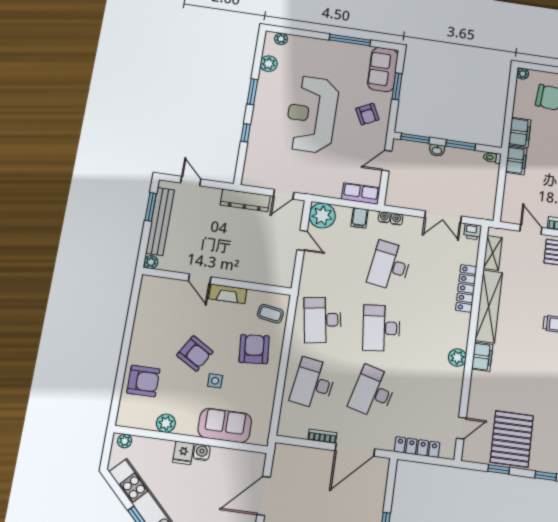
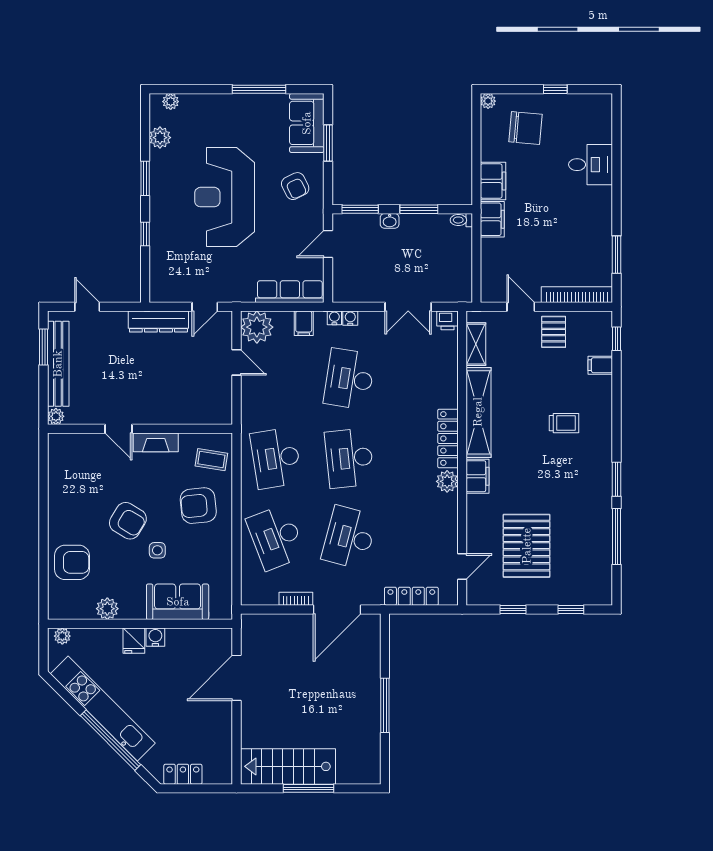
row of seats: (361, 194) -> (290, 292), width x1.48
locker: (466, 288) -> (448, 438), moved
armchair: (254, 349) -> (198, 506), turned -91
desk: (313, 384) -> (276, 537), turned -30
pallet: (512, 439) -> (527, 546), moved

